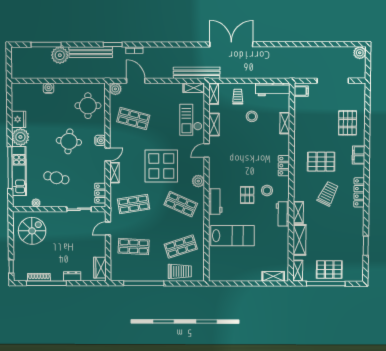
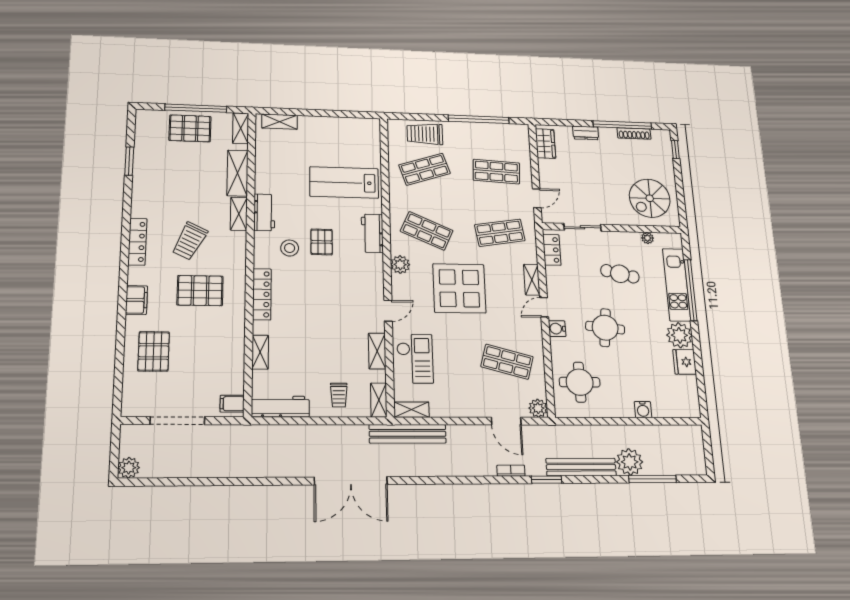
stool: (252, 116) -> (315, 363), removed
locker: (284, 166) -> (262, 294), width x1.53

